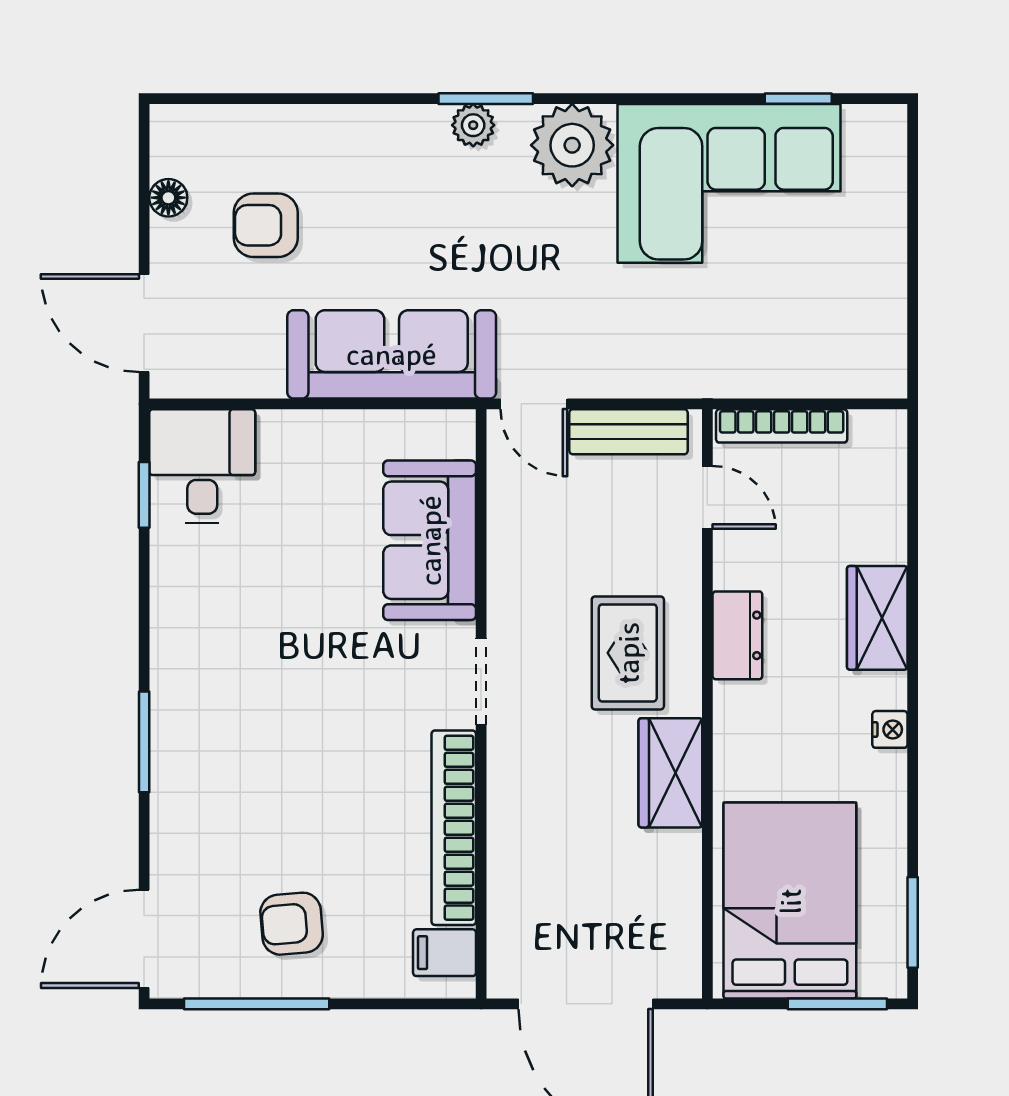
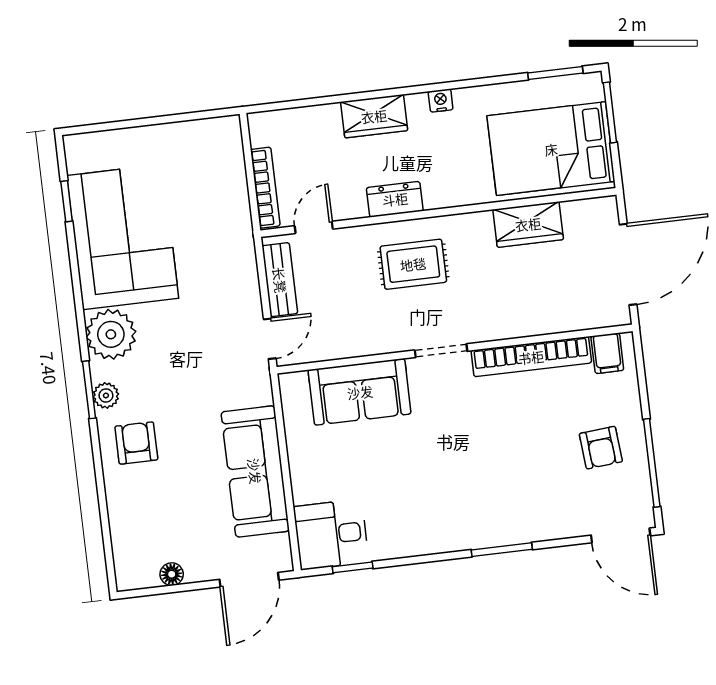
armchair: (266, 225) -> (136, 443), moved, turned 180
sofa: (392, 354) -> (255, 471), moved
wardrobe: (670, 773) -> (528, 224), moved

